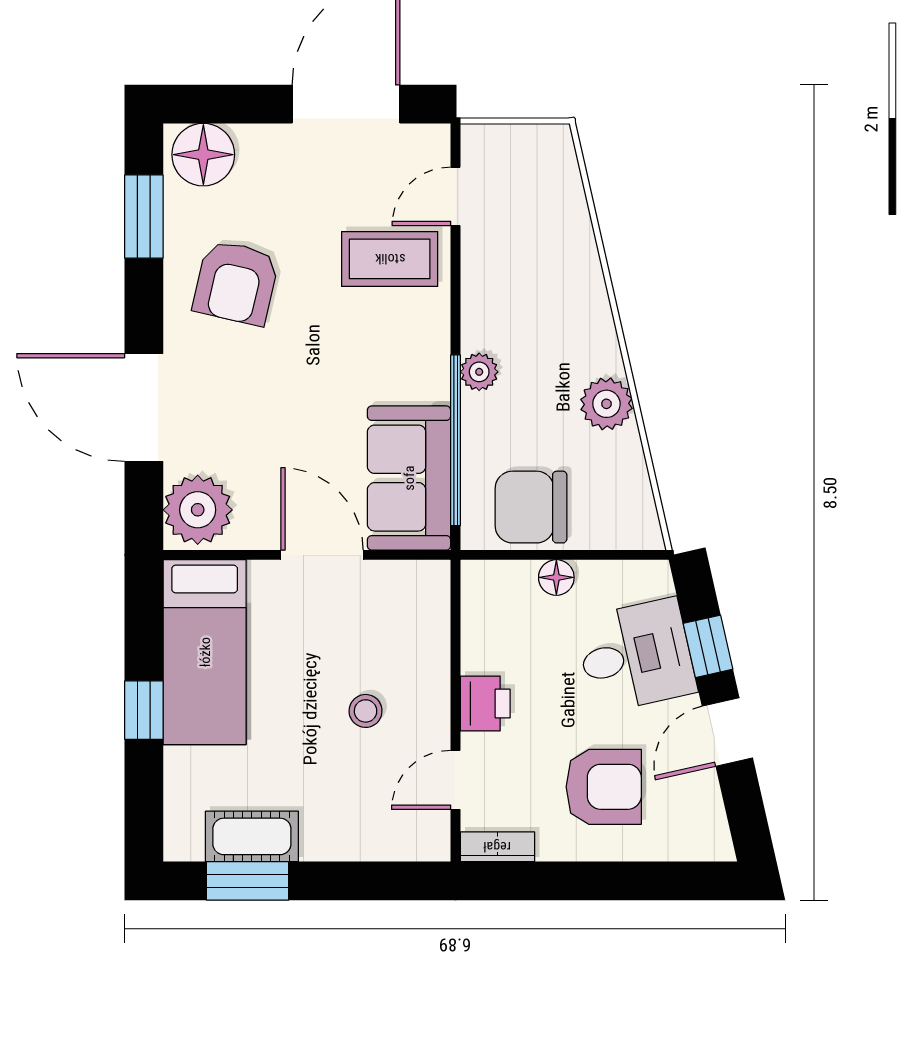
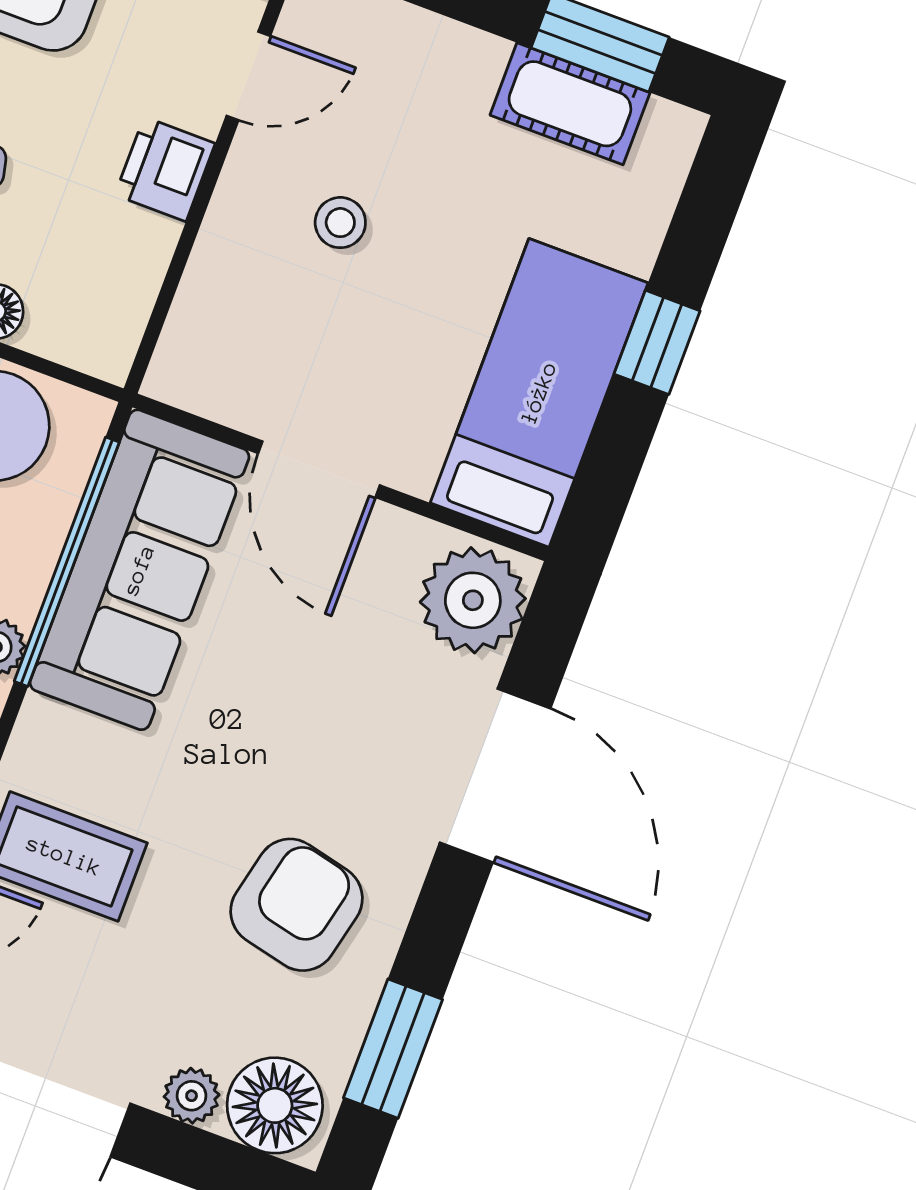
plant: (257, 142) -> (192, 1096), added
sofa: (409, 478) -> (139, 570), width x1.36

